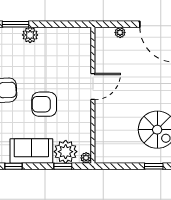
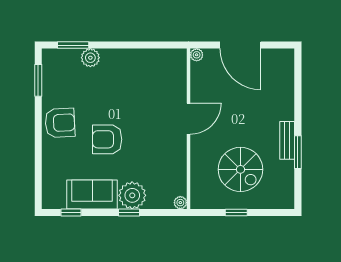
door: (93, 87) -> (189, 119), moved
wall: (93, 95) -> (189, 129), moved
plant: (86, 158) -> (180, 203), moved

